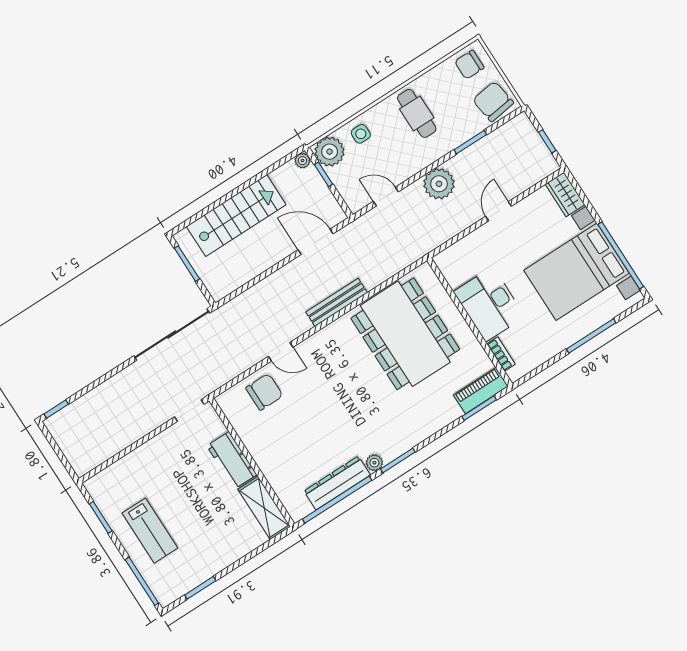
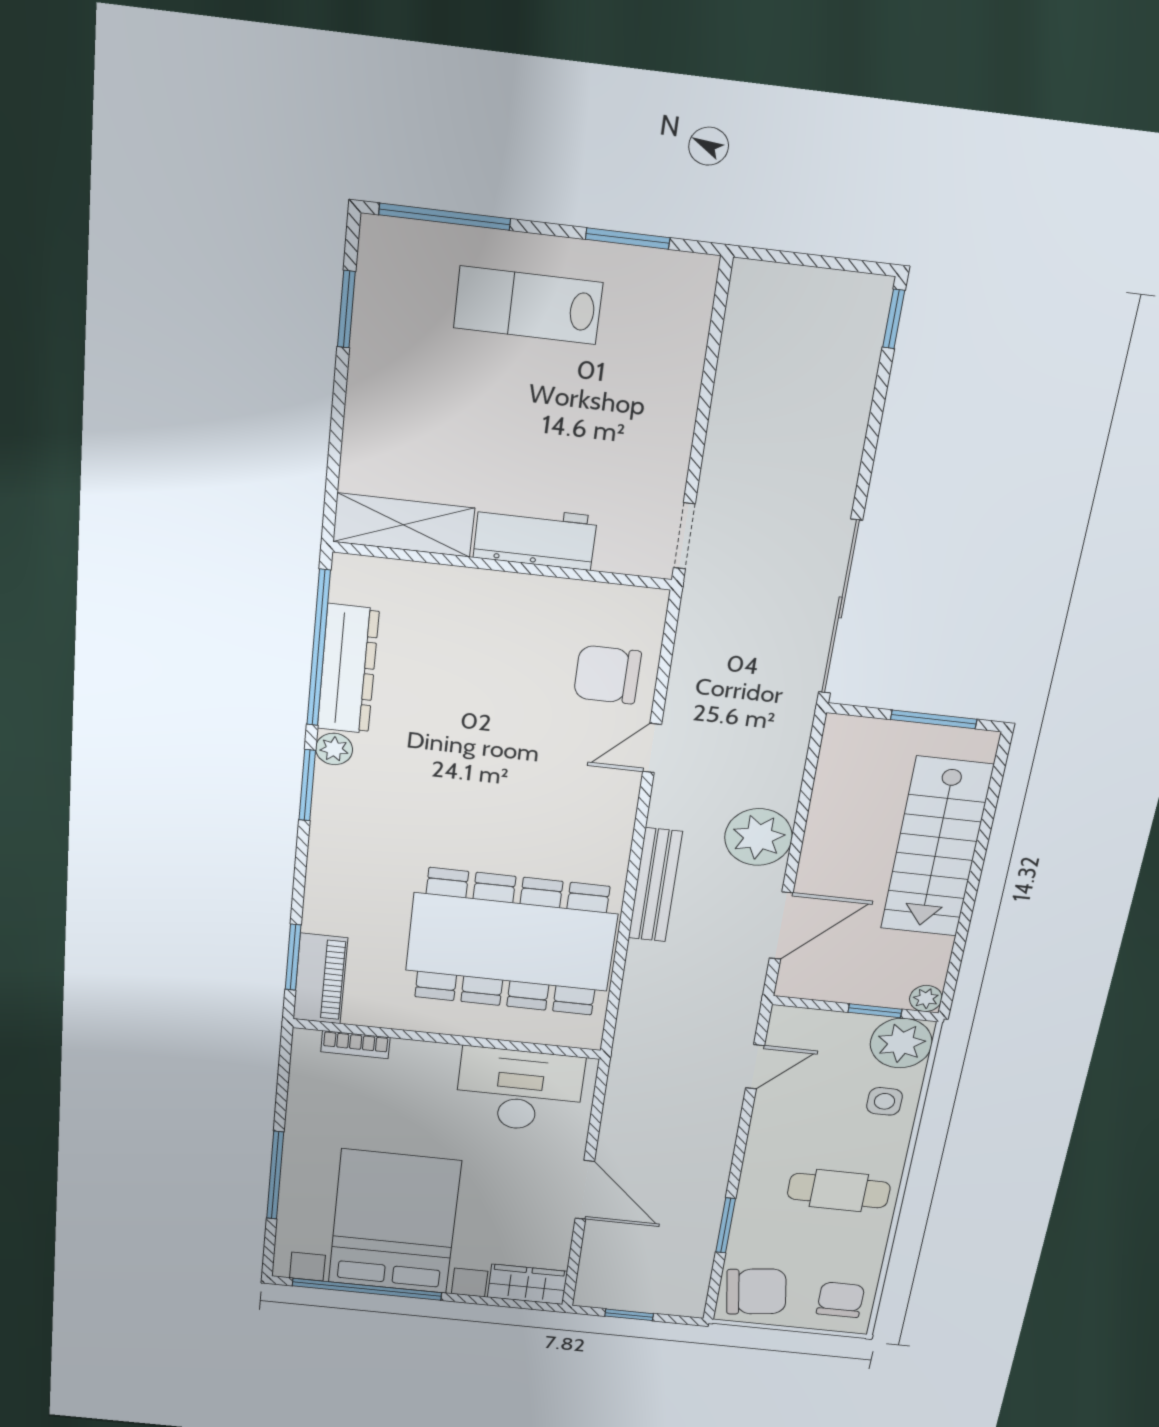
plant: (439, 184) -> (758, 837), moved
door: (499, 211) -> (585, 1190), width x1.38
desk: (489, 304) -> (519, 1090), moved
chair: (264, 392) -> (607, 675), turned 90

